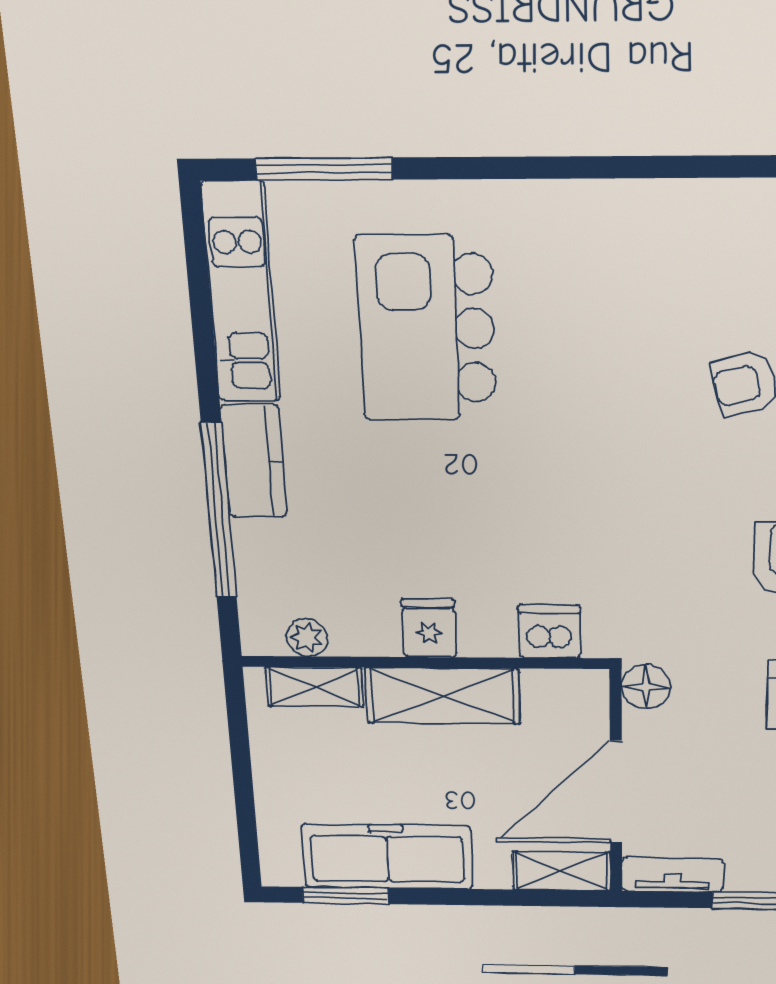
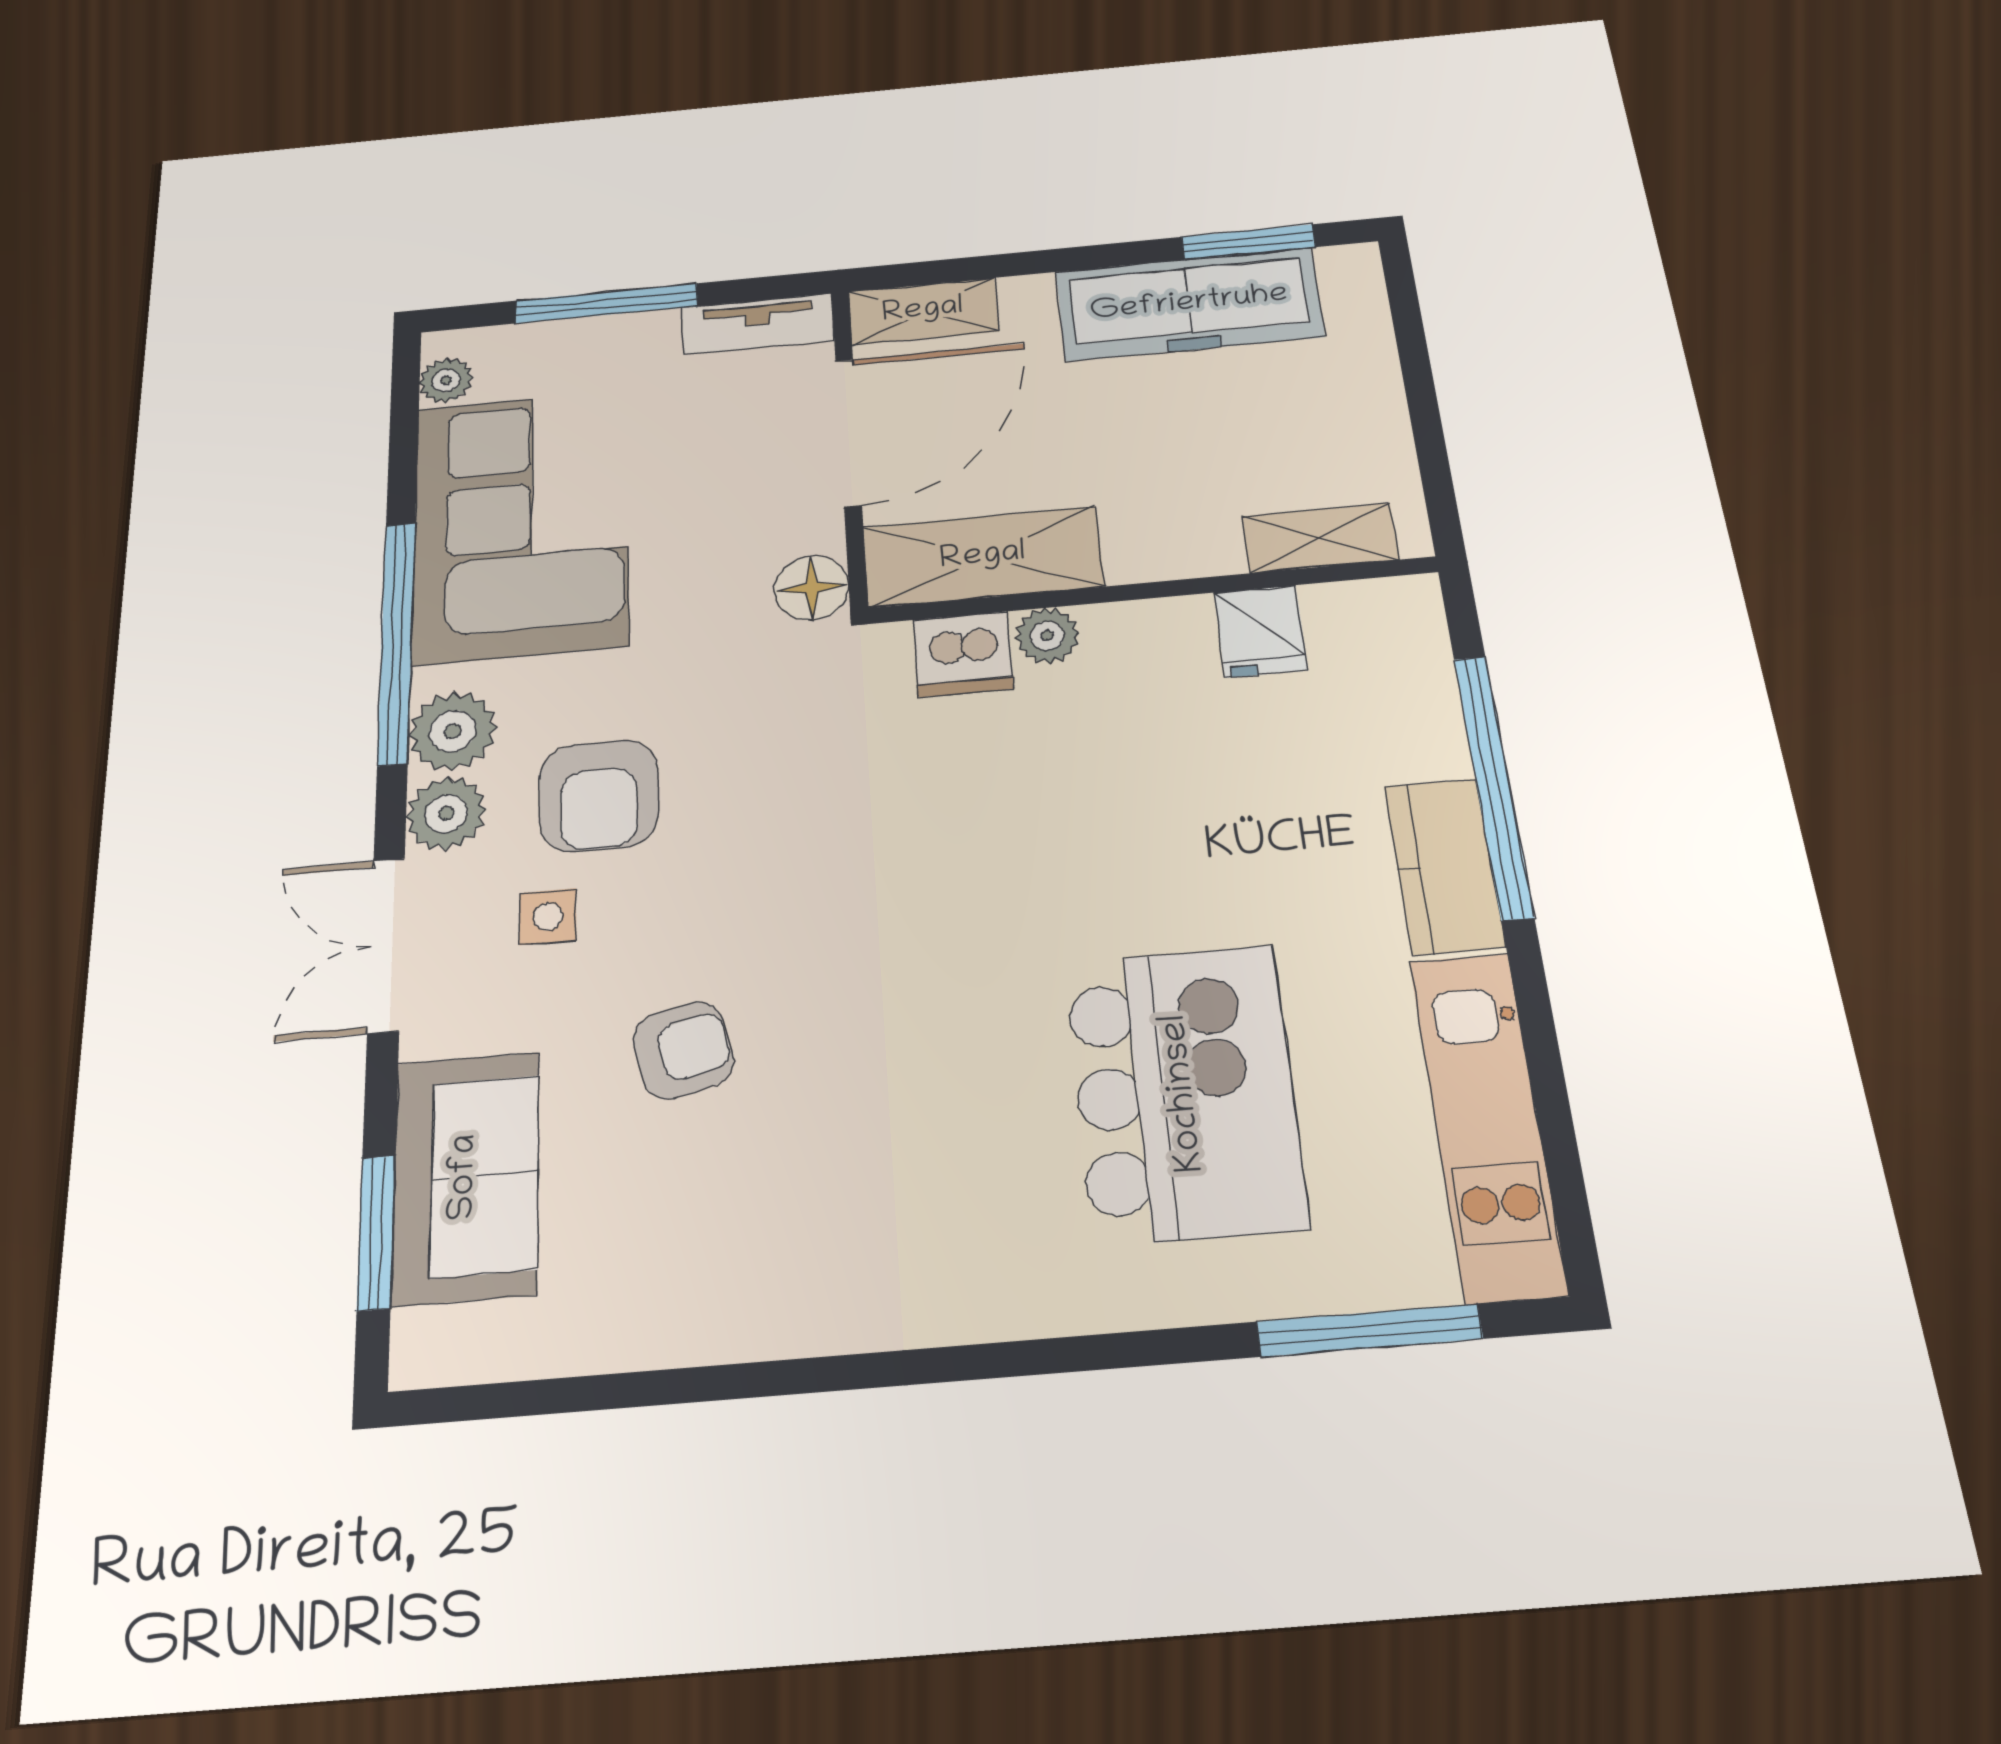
fridge: (429, 628) -> (1261, 631), moved
plant: (307, 637) -> (1047, 636), moved
shelving: (443, 696) -> (983, 557), moved

